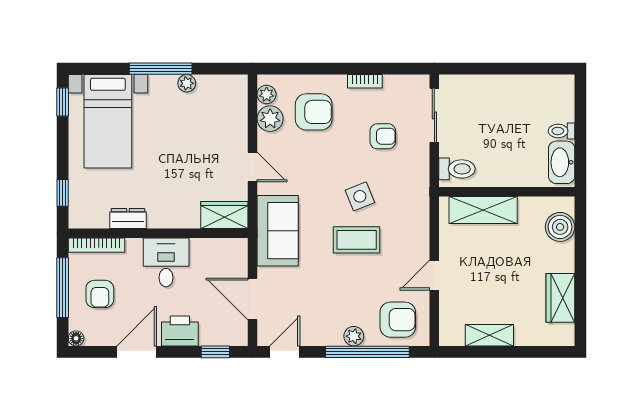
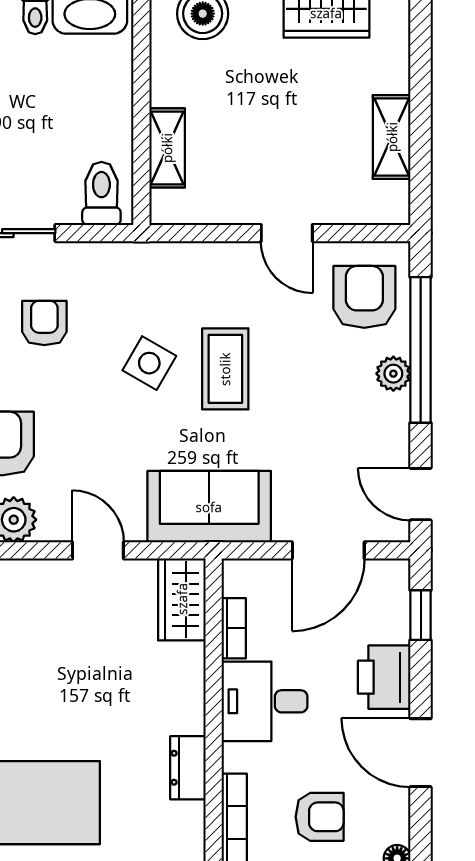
door: (253, 167) -> (98, 550), hinge flipped
side table: (360, 196) -> (149, 363), turned -38
shelving: (483, 210) -> (167, 148), width x0.67, depth x0.75
bookcase: (208, 245) -> (234, 628), added

